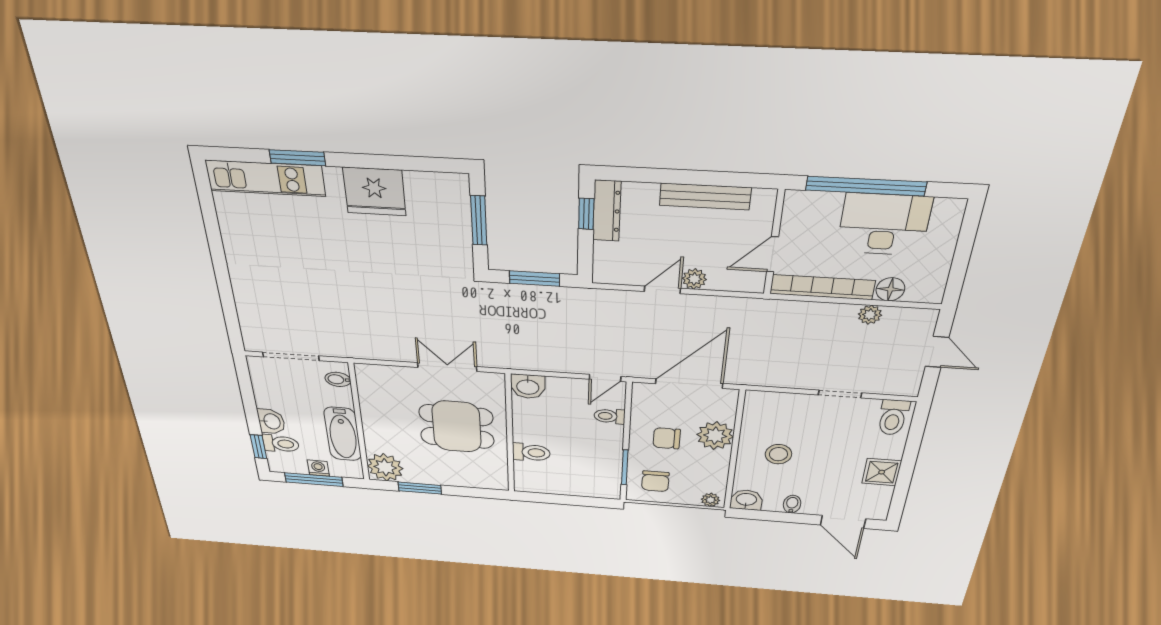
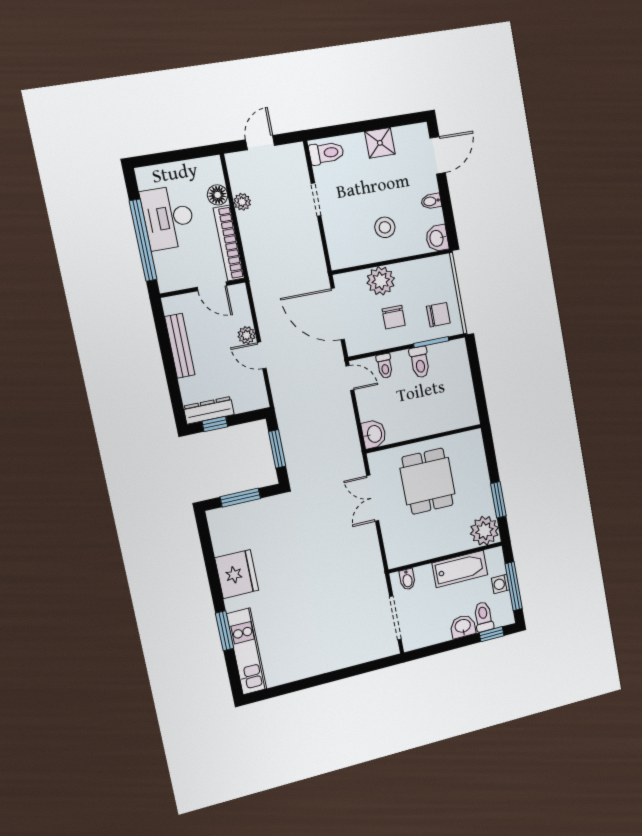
toilet: (531, 452) -> (420, 362), moved, turned 180
plant: (710, 500) -> (445, 266), removed

